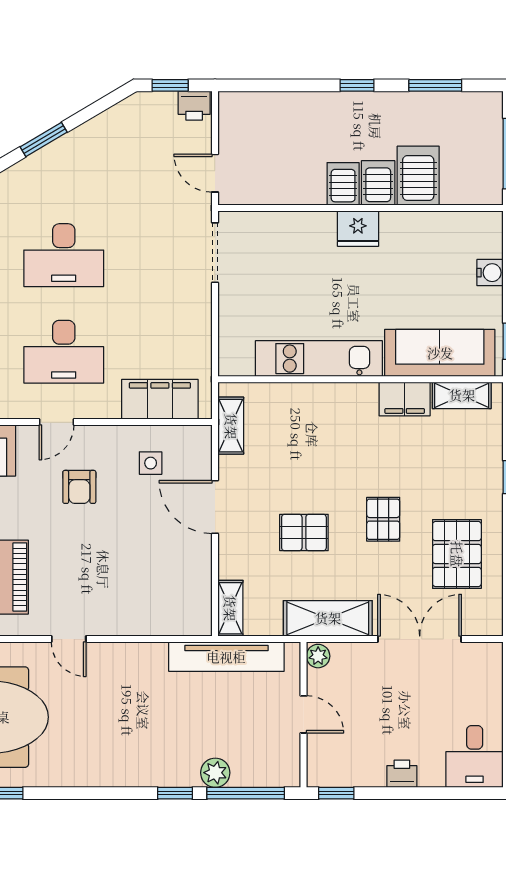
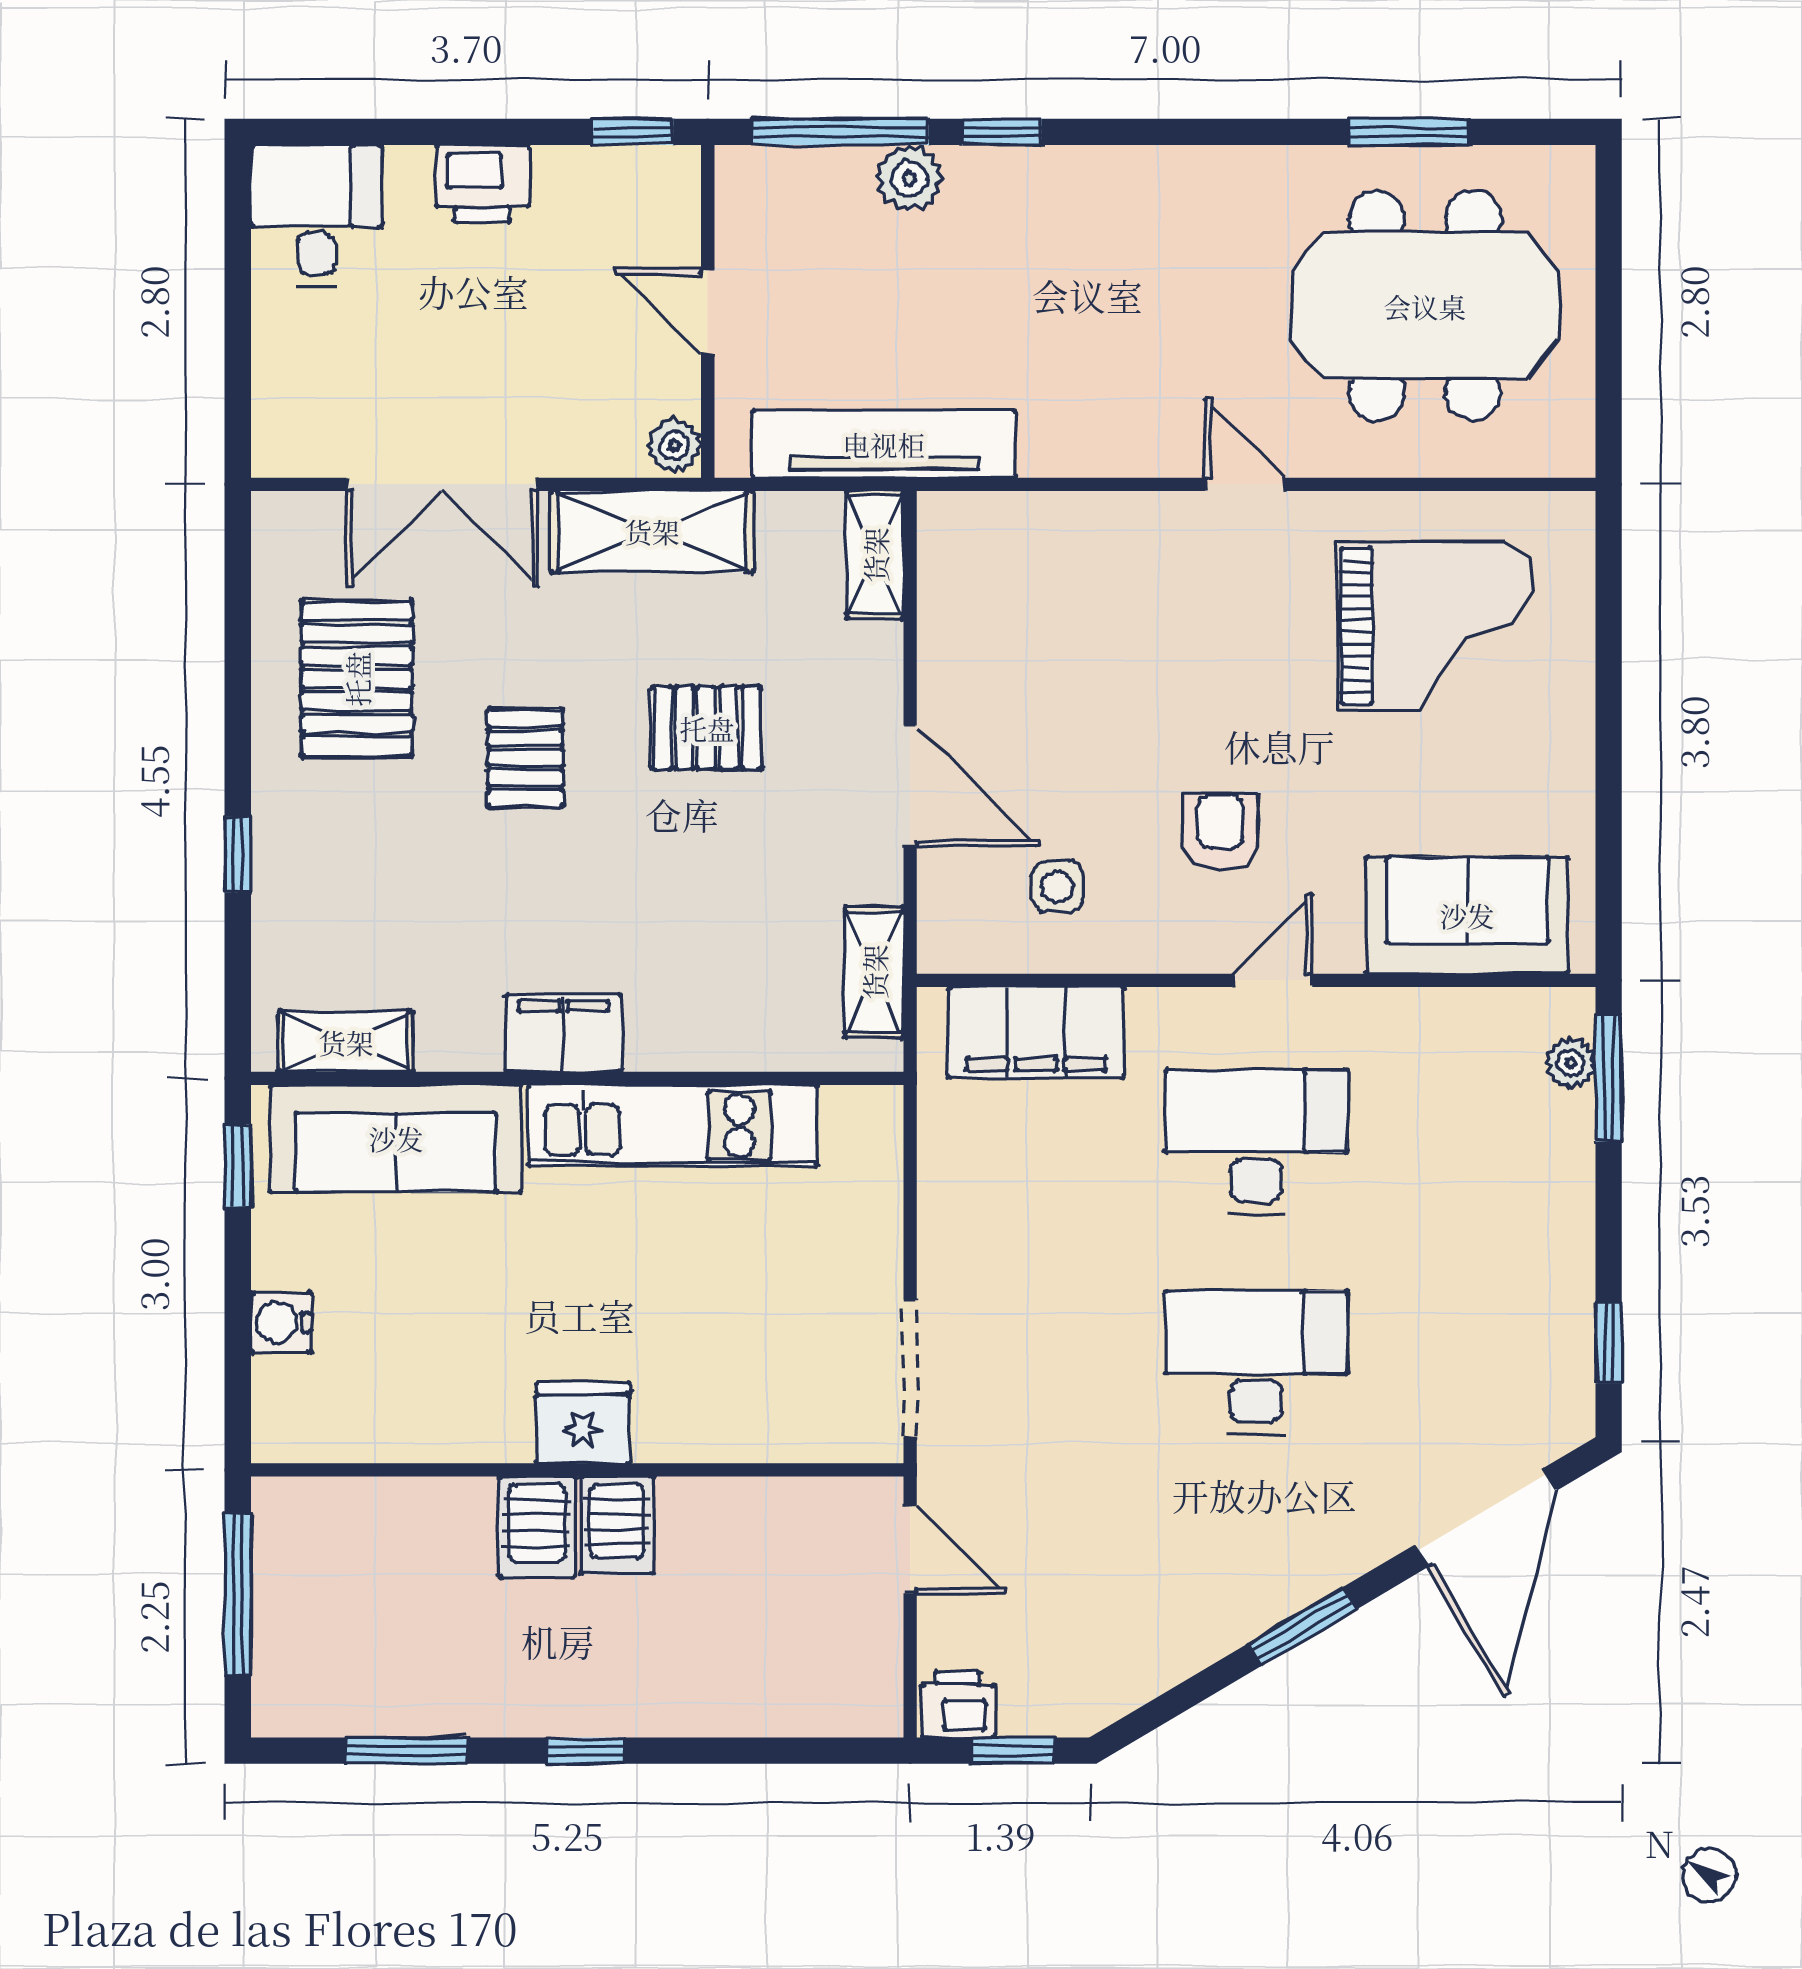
server rack: (418, 176) -> (445, 1544), removed
filing cabinet: (405, 399) -> (563, 1033), moved
printer: (402, 774) -> (483, 183), width x1.36, depth x1.24

